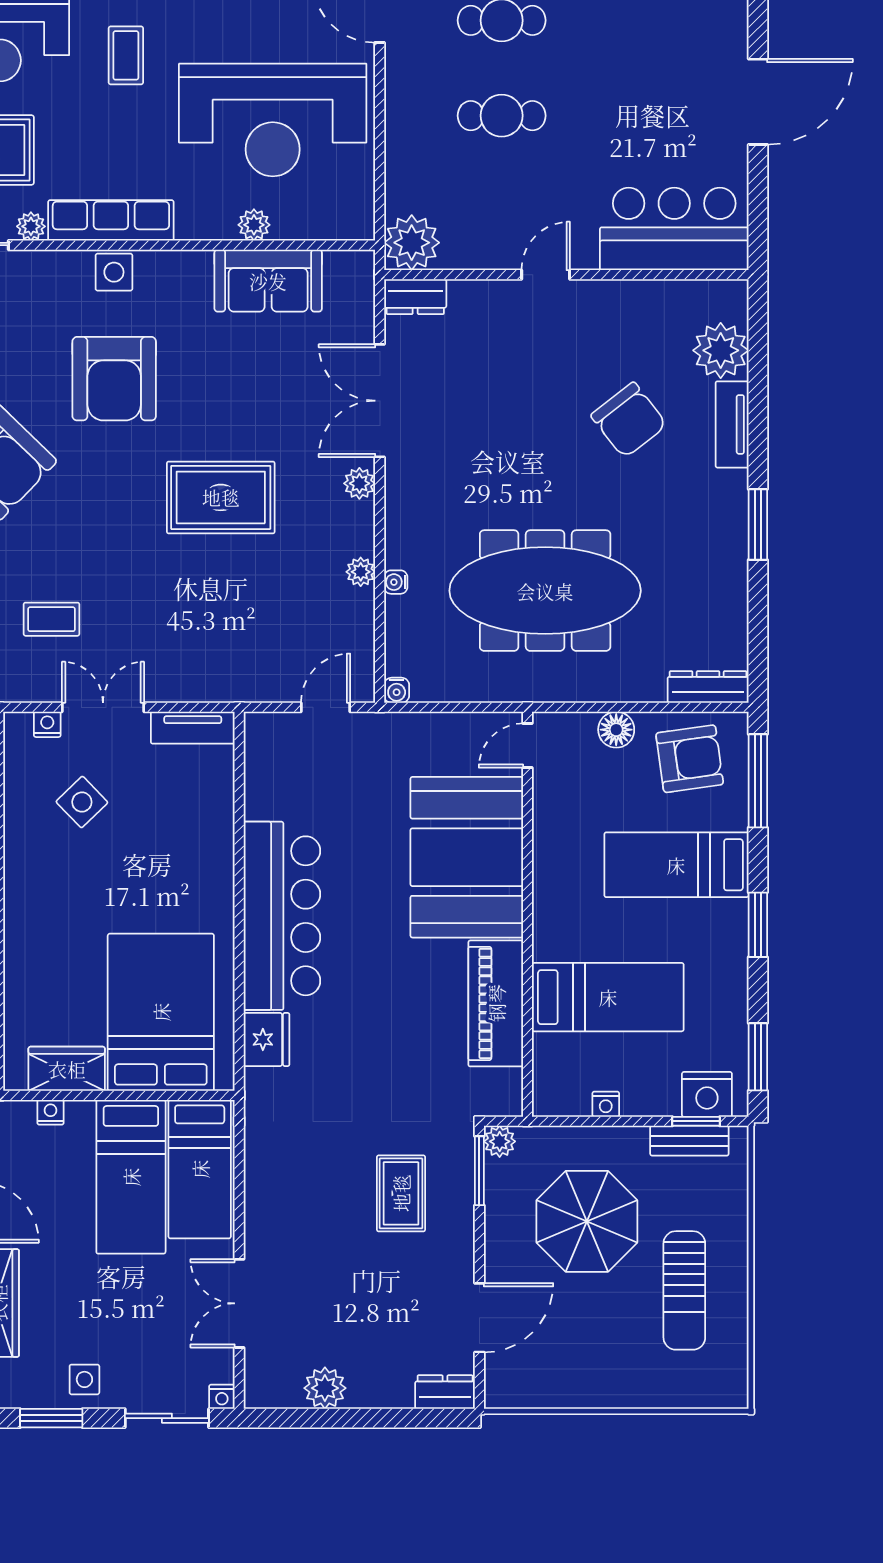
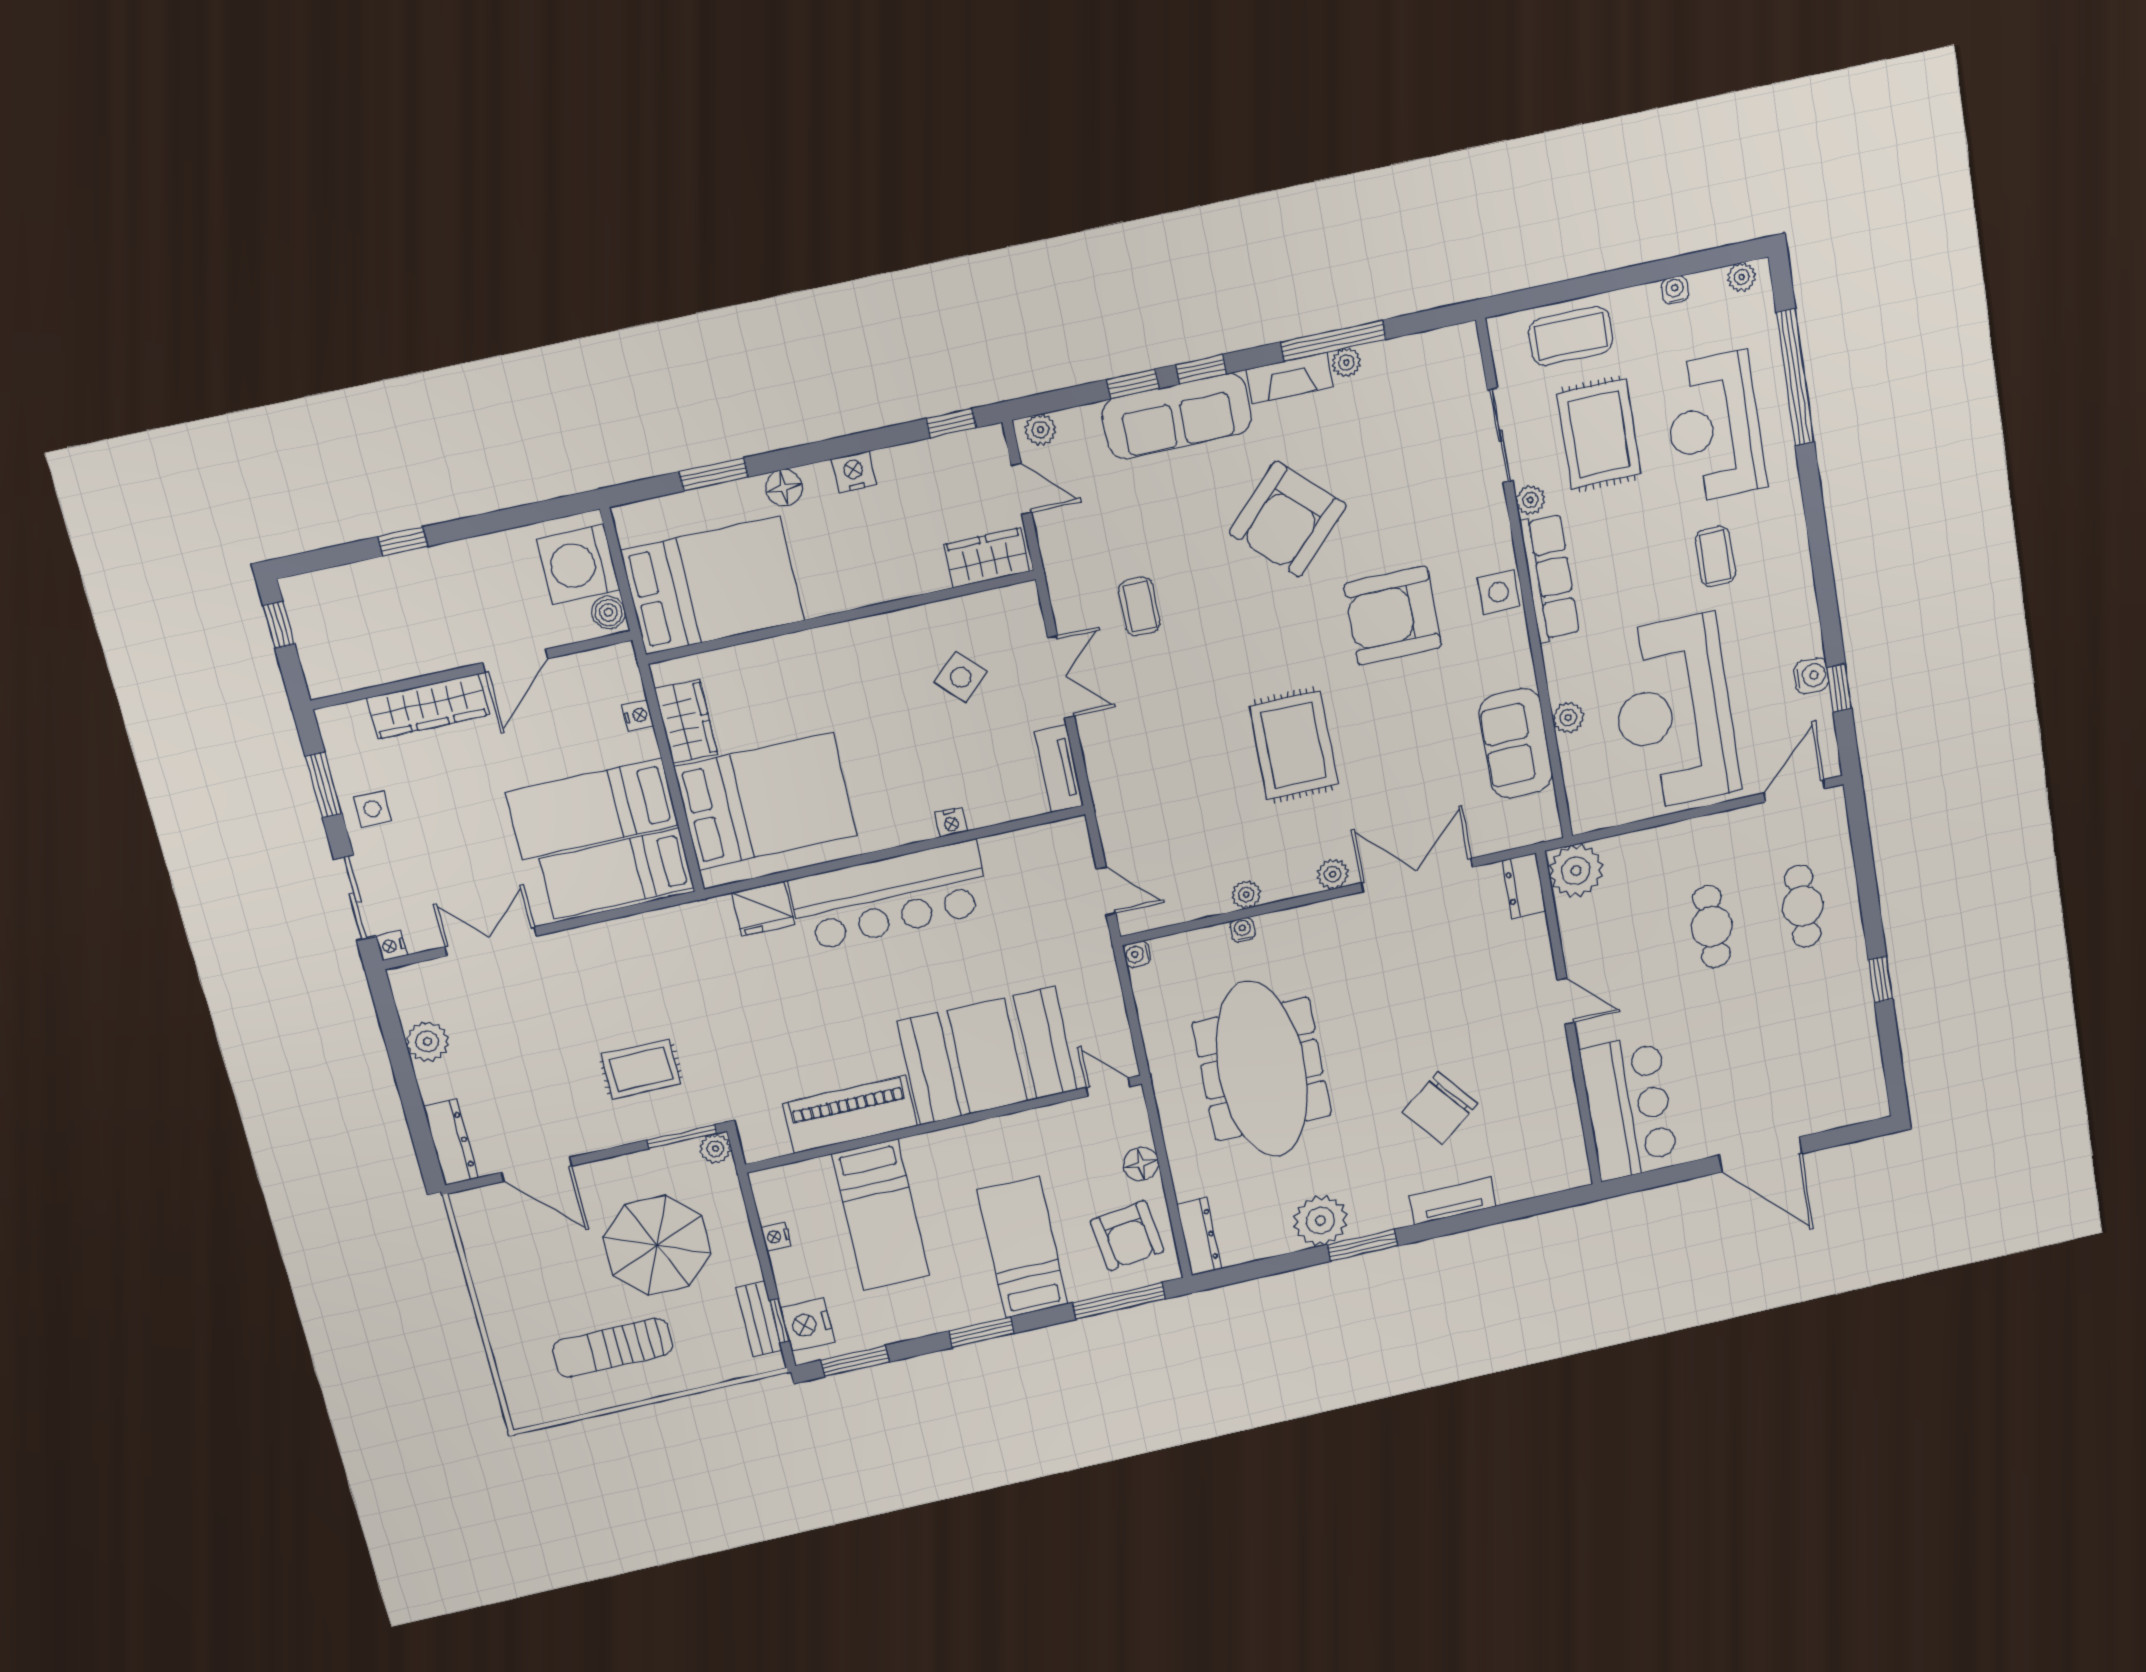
coffee table: (126, 55) -> (1715, 557), turned 90
plant: (721, 350) -> (1321, 1221), moved
nightstand: (47, 724) -> (951, 822), moved, turned 90
dresser: (445, 1392) -> (451, 1142), width x1.44

